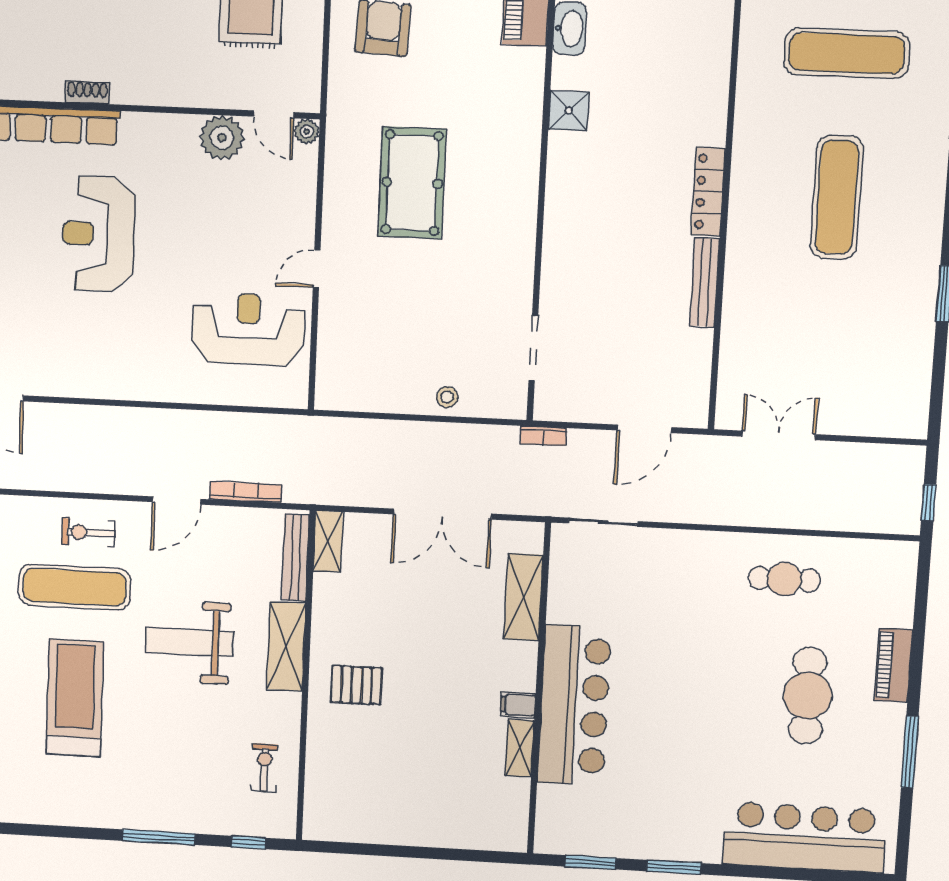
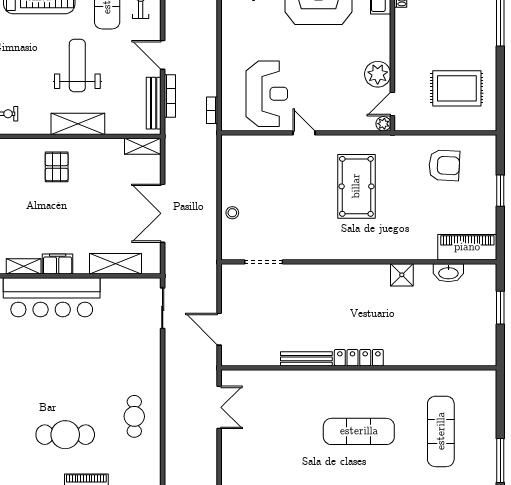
pool table: (412, 183) -> (356, 186), turned 90
bookcase: (543, 436) -> (212, 110), moved
bench: (295, 558) -> (154, 103), moved, turned 90
filing cabinet: (518, 705) -> (58, 264), width x2.00

